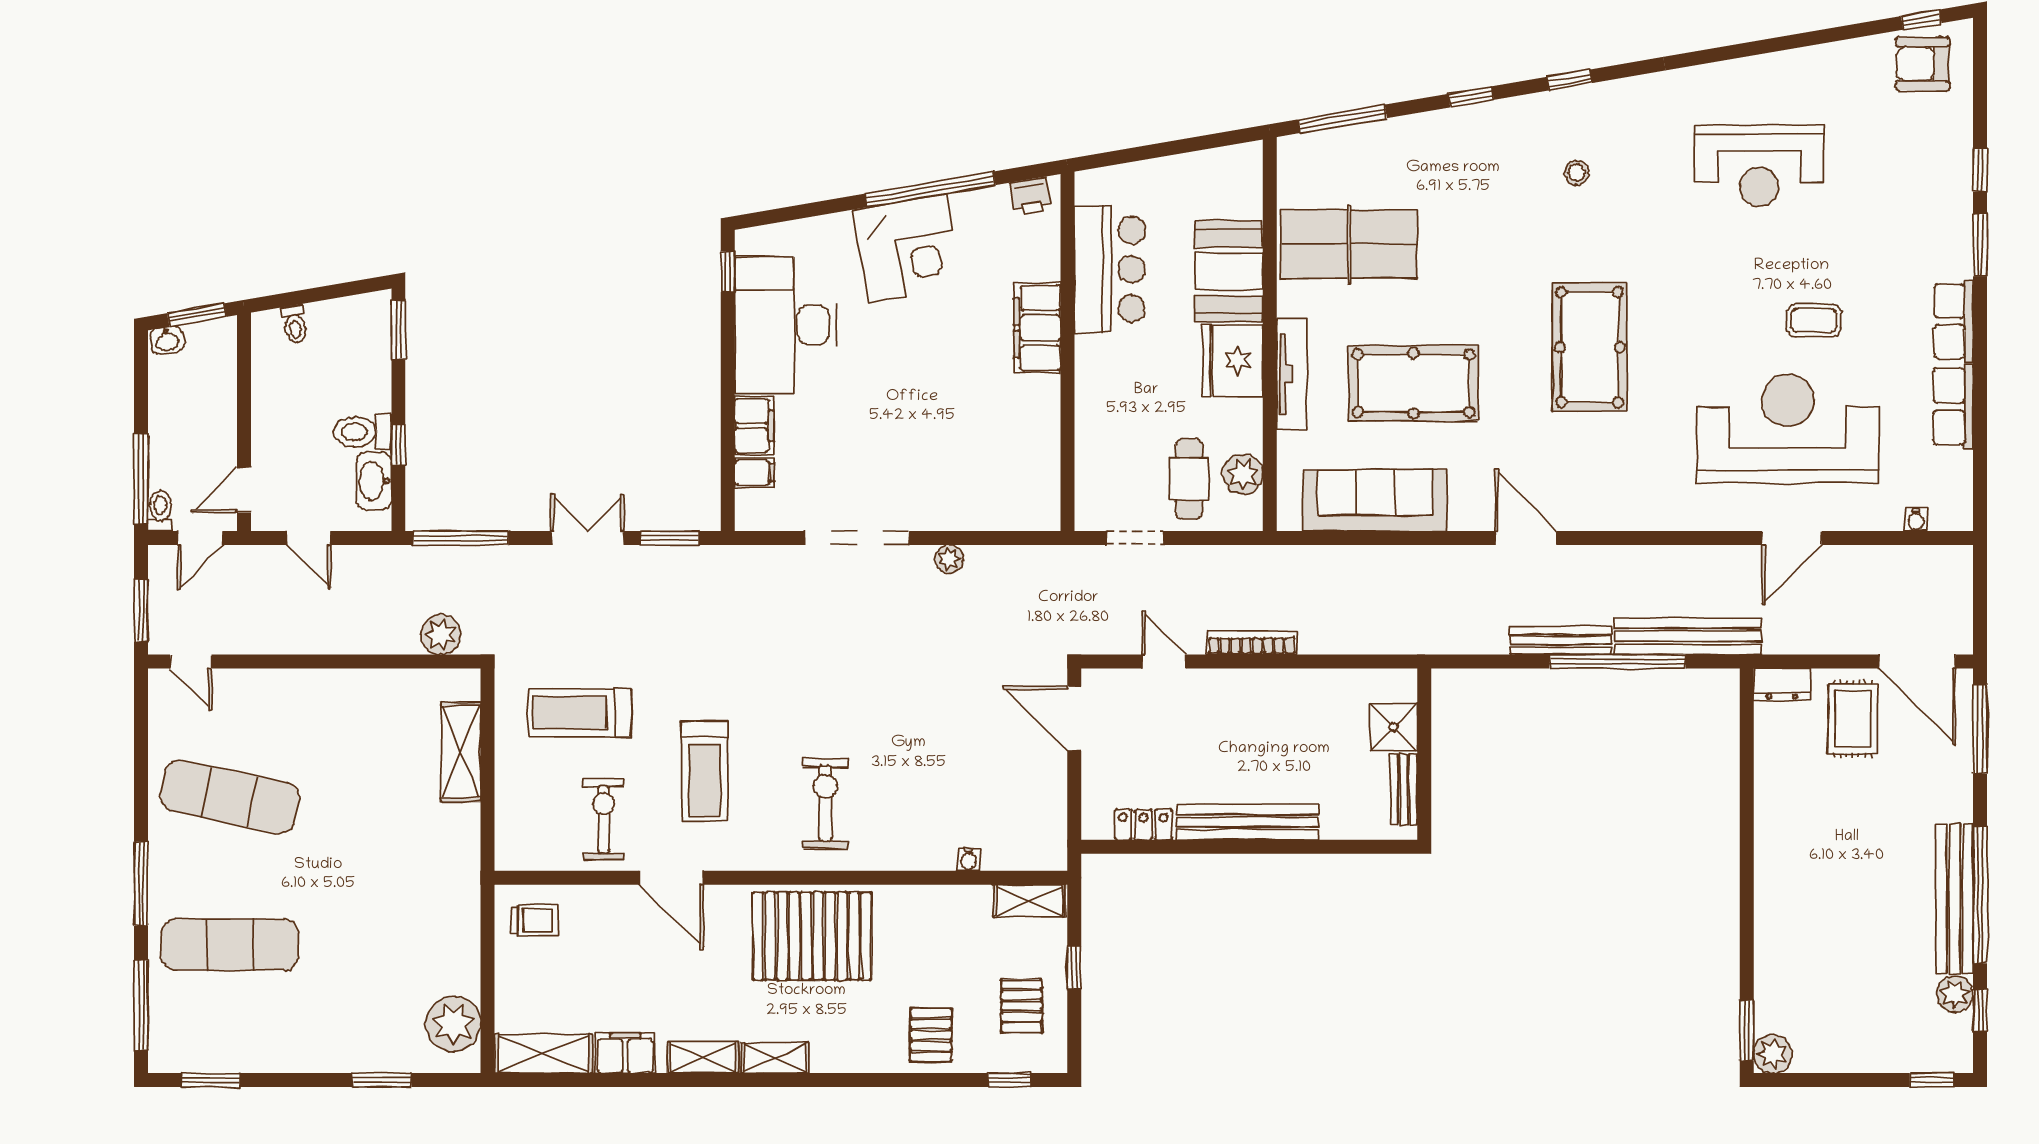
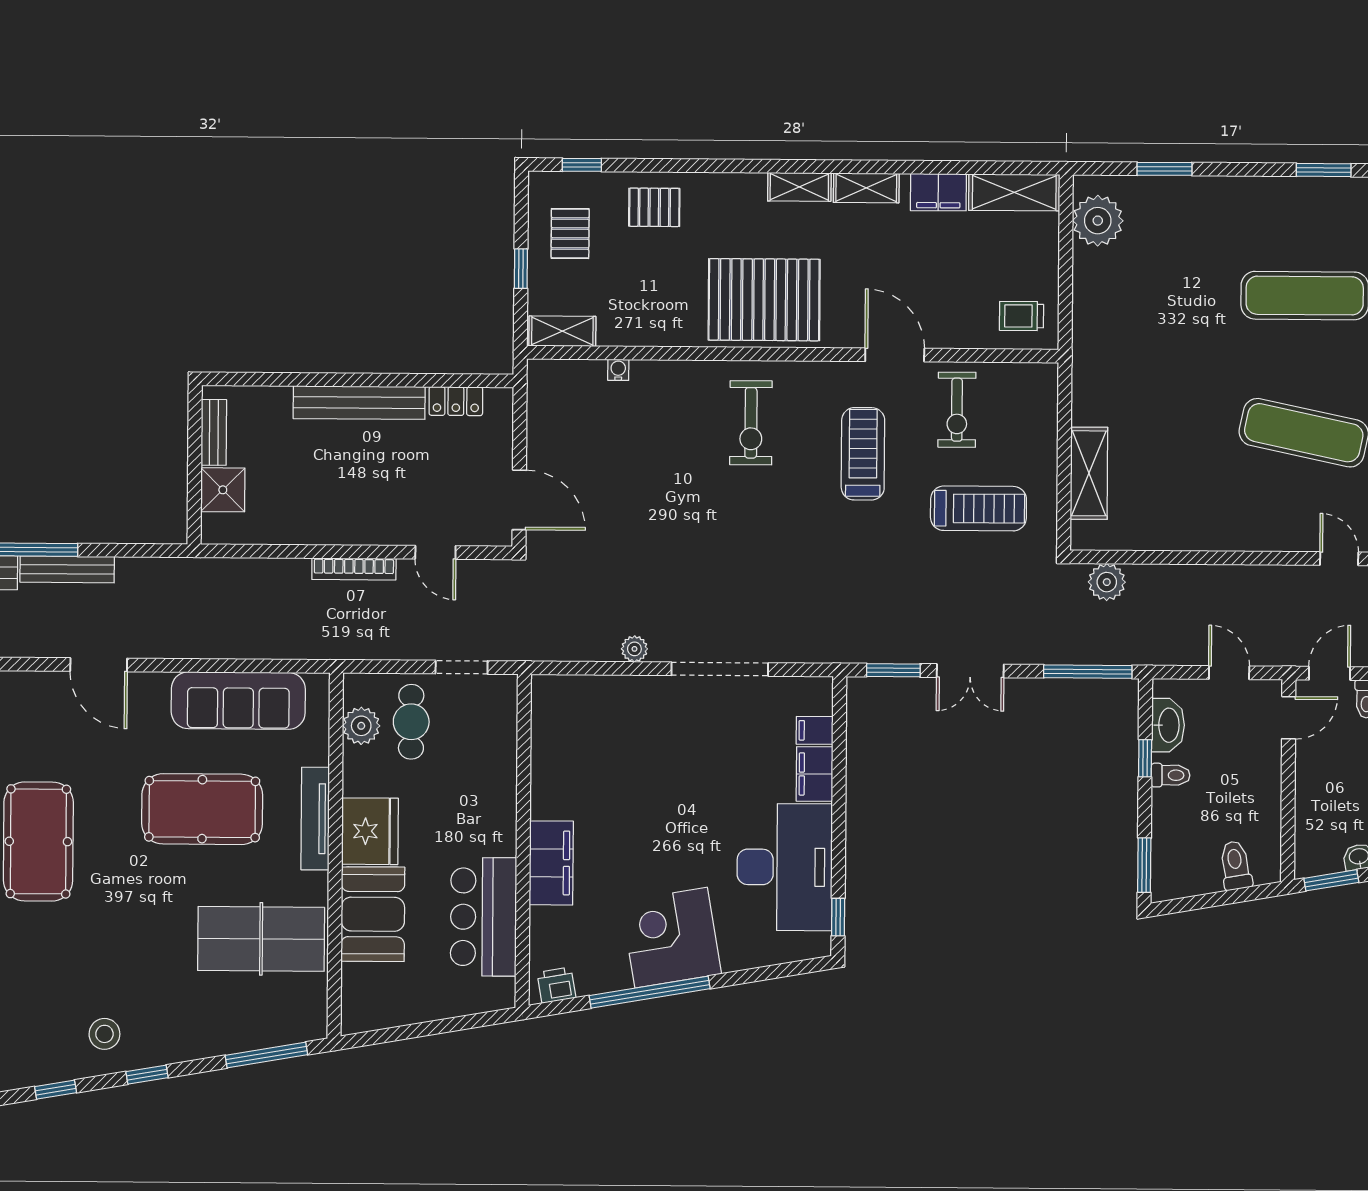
stool: (1577, 173) -> (104, 1034), moved, width x1.37, depth x1.37
toilet: (295, 324) -> (1236, 865), width x1.37, depth x1.39
toilet: (363, 432) -> (1171, 775), width x0.73, depth x0.72
pallet: (931, 1035) -> (654, 207), turned 90

